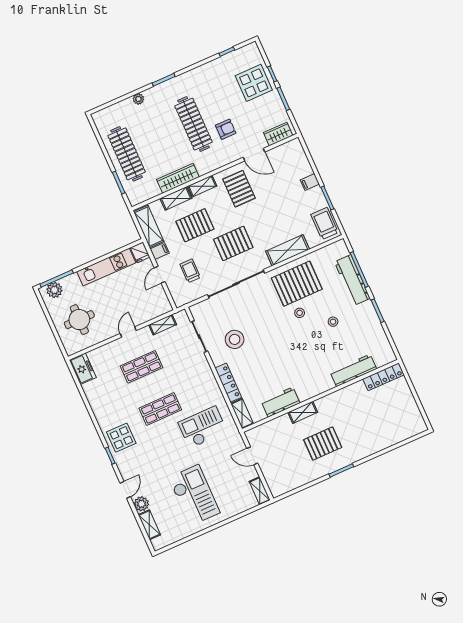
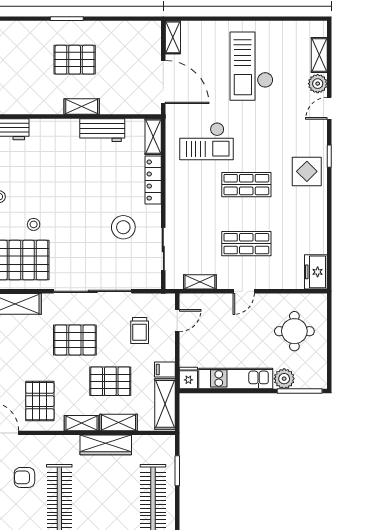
door: (160, 275) -> (177, 321), moved
plant: (54, 290) -> (284, 379), moved
door: (252, 456) -> (163, 82), width x1.87

